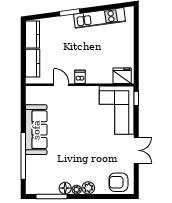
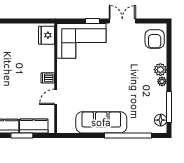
window: (23, 51) -> (22, 135), added
window: (136, 98) -> (93, 21), moved
floor lamp: (65, 188) -> (161, 120), moved

